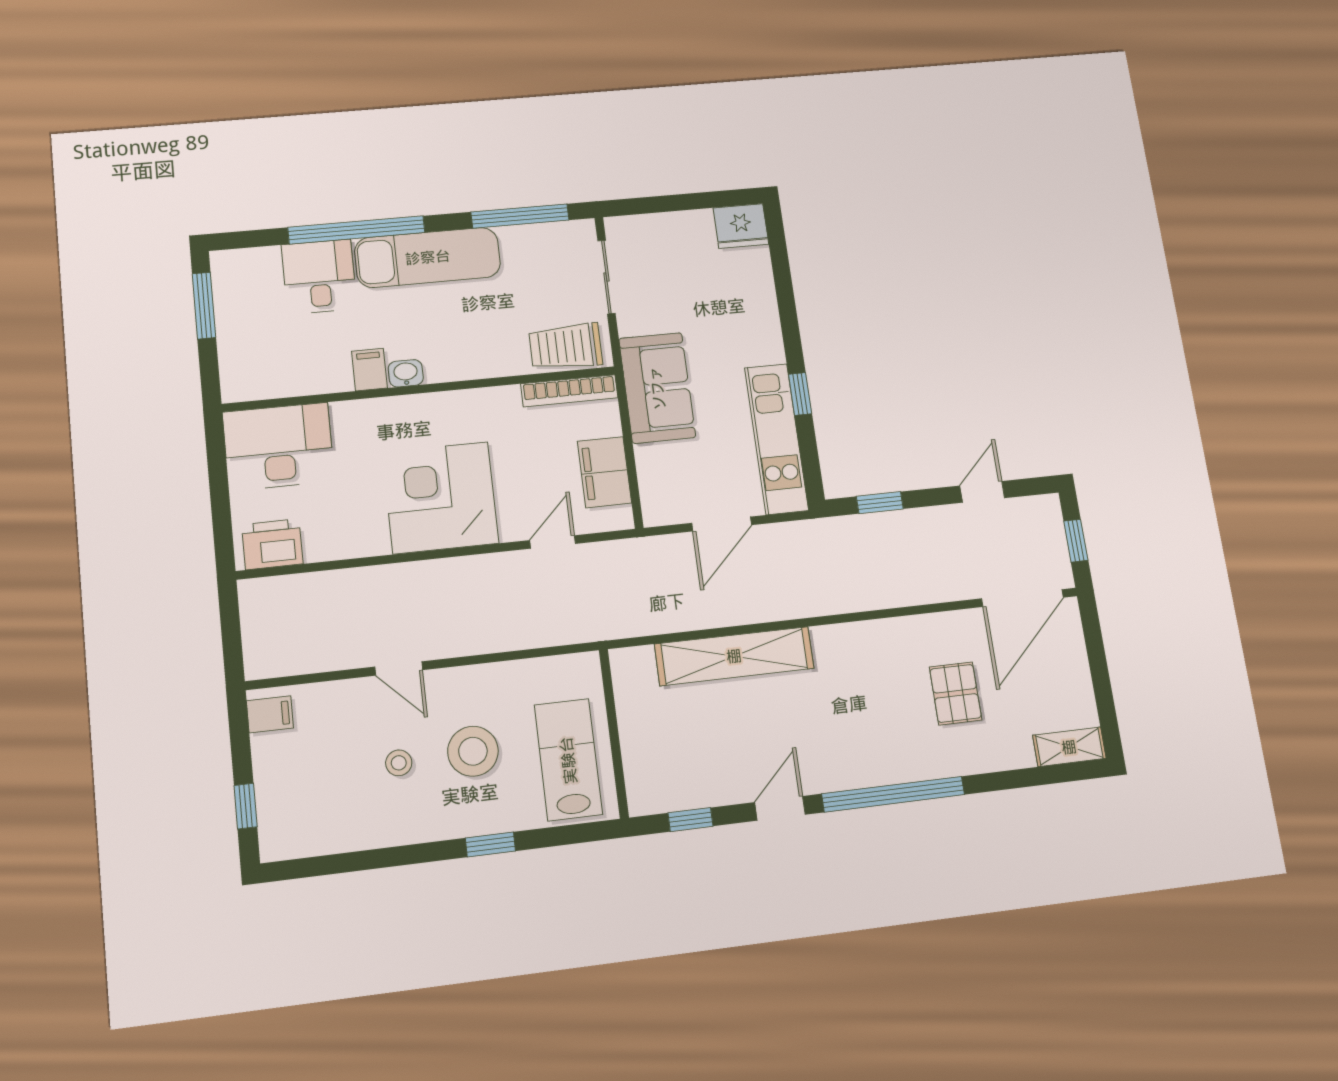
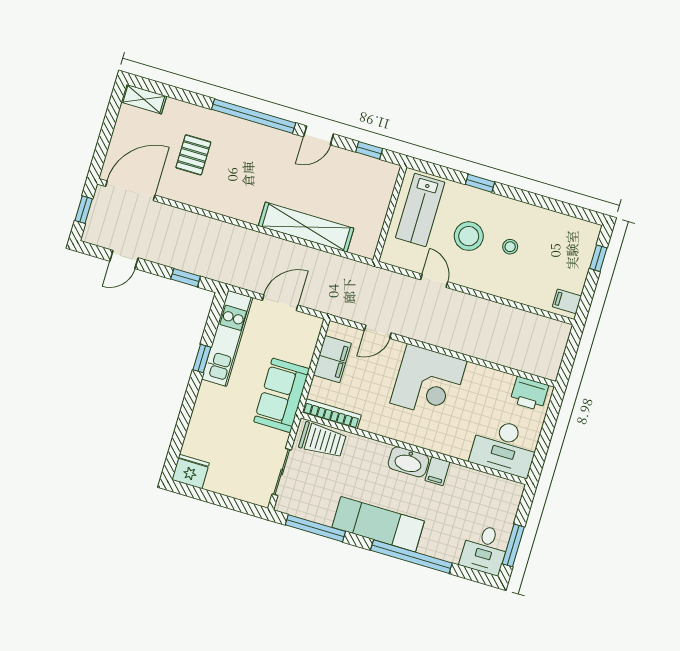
desk: (319, 277) -> (485, 549), moved
washbasin: (406, 373) -> (408, 462), width x1.91, depth x1.45
door: (399, 668) -> (434, 281), moved

